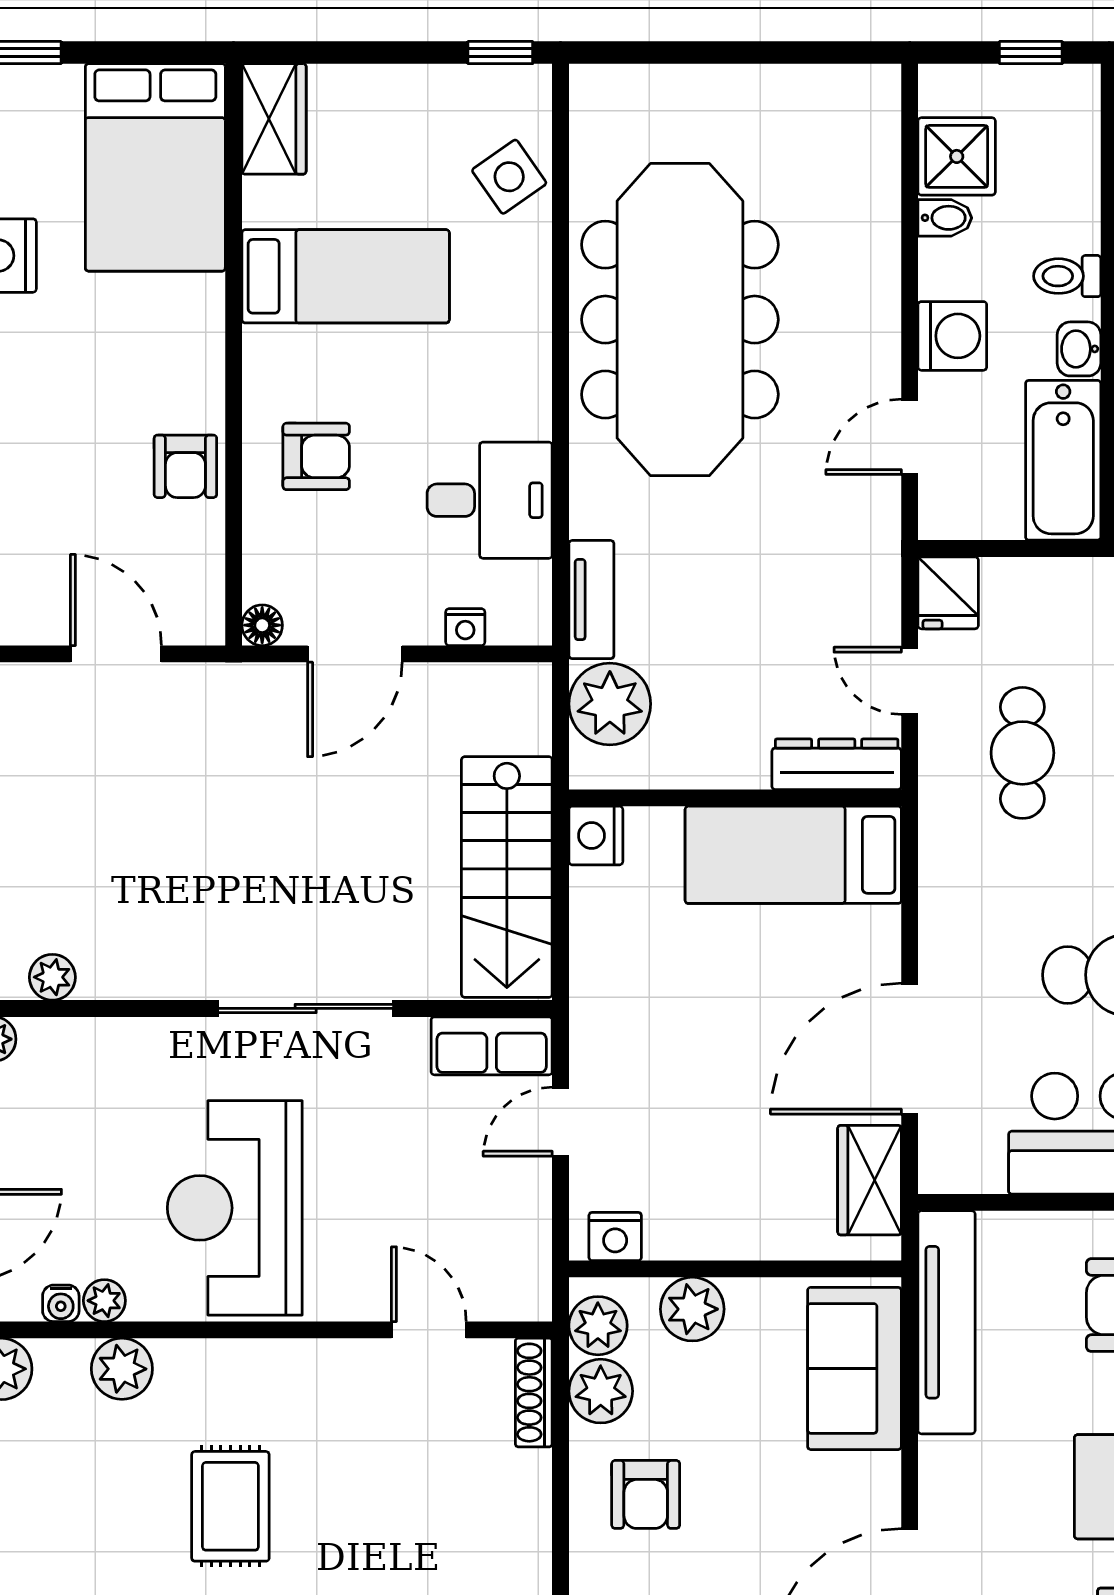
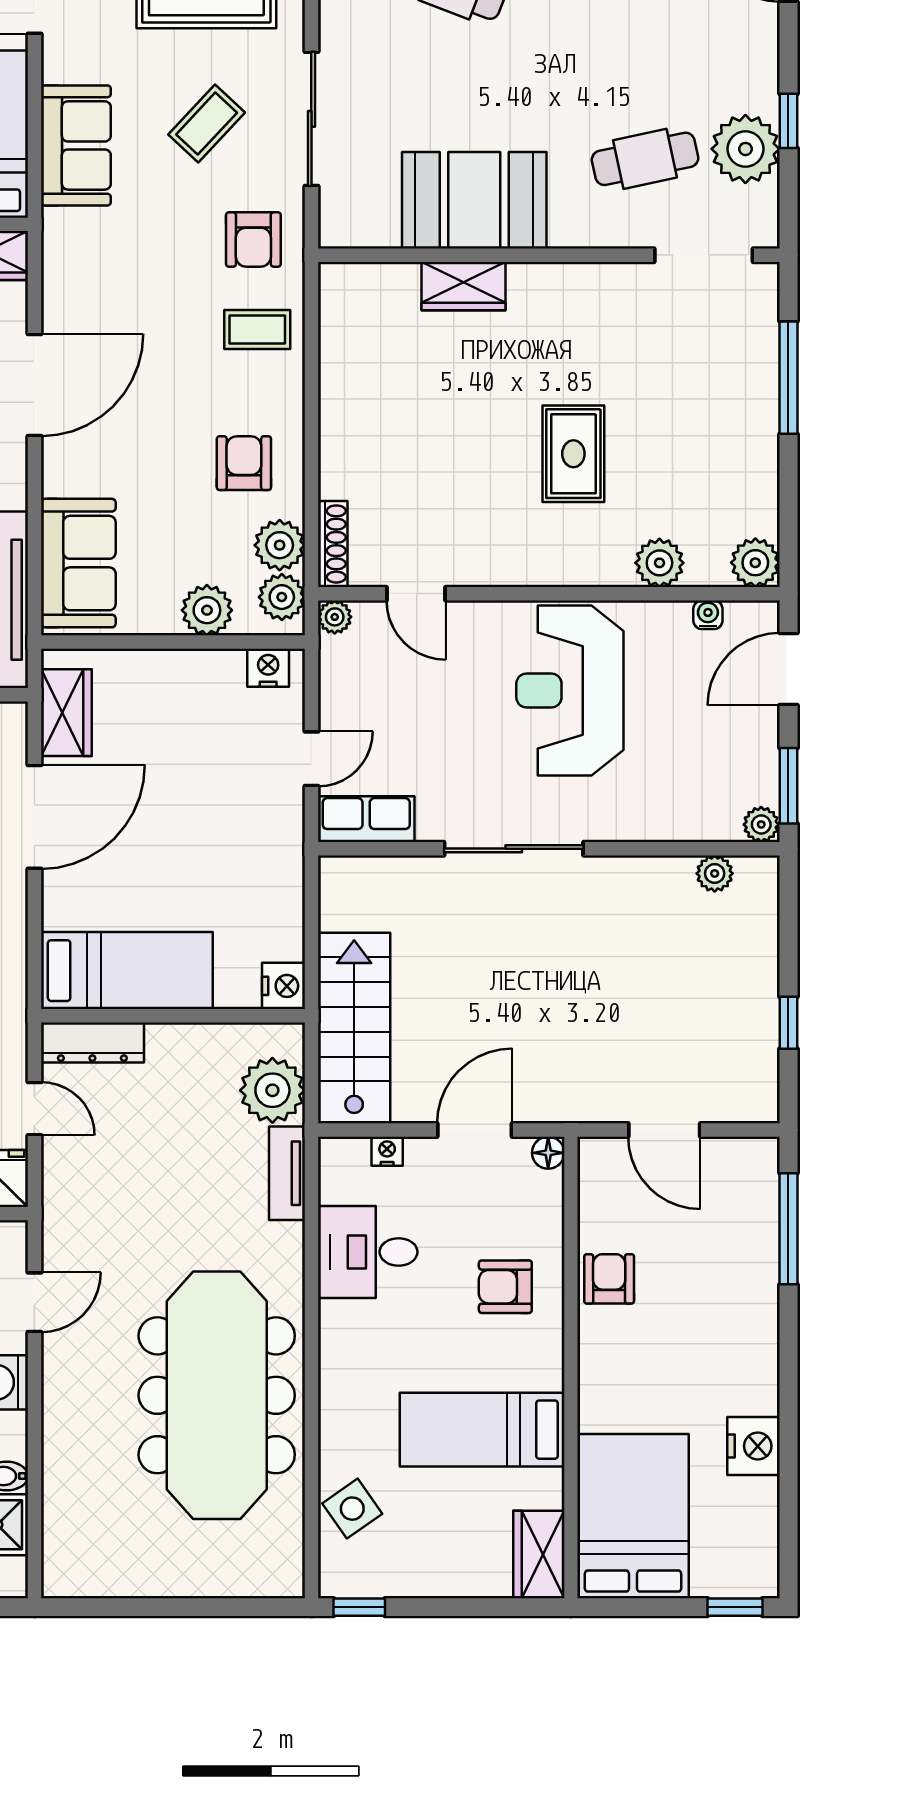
stairs: (507, 877) -> (354, 1028), moved
reception desk: (235, 1208) -> (570, 691), turned 180
plant: (104, 1301) -> (335, 617), moved

